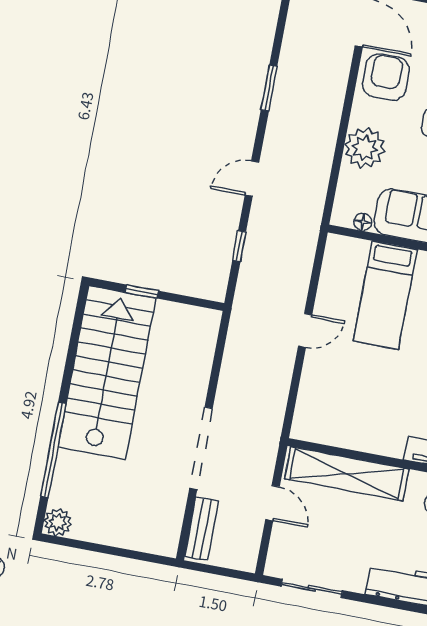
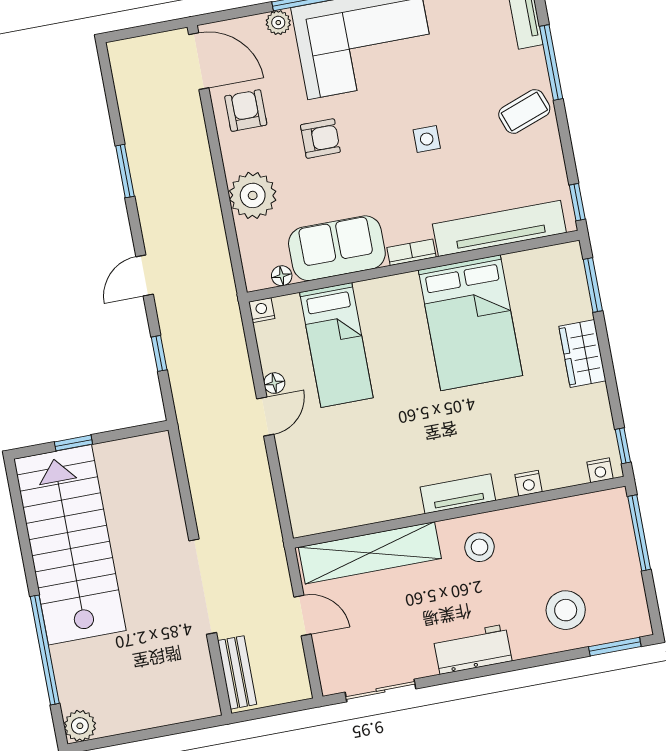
armchair: (386, 77) -> (246, 111), width x0.72, depth x0.72
nightstand: (336, 243) -> (262, 310), added
floor lamp: (323, 306) -> (274, 383), added

